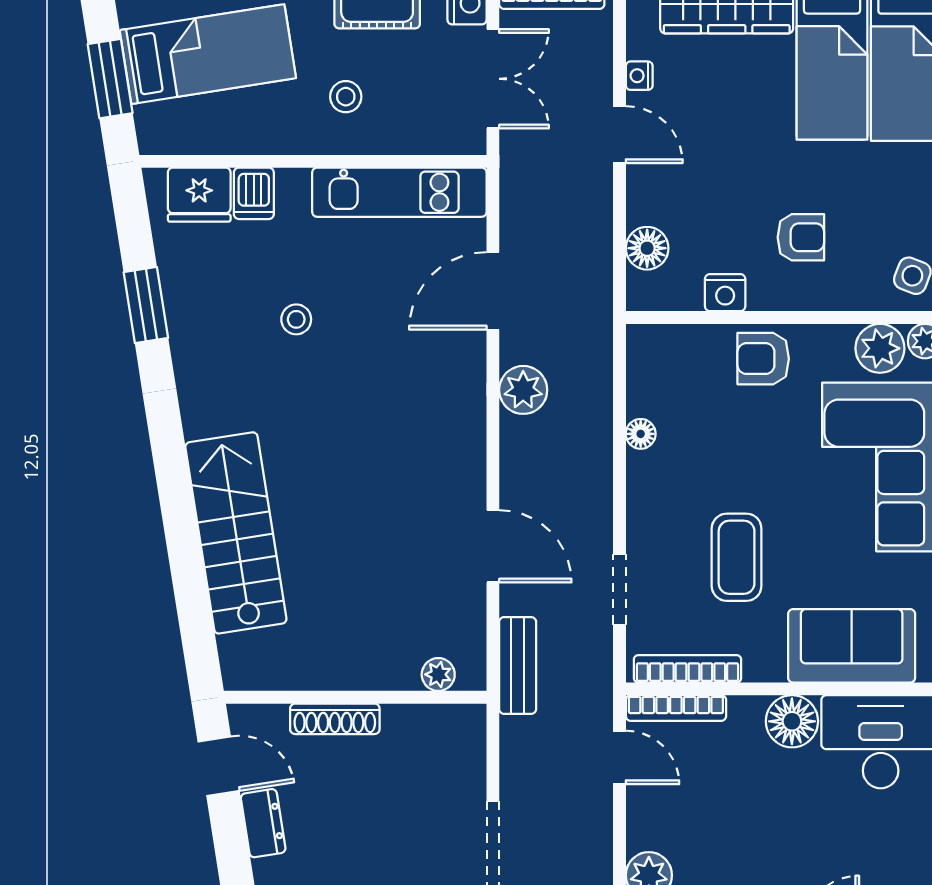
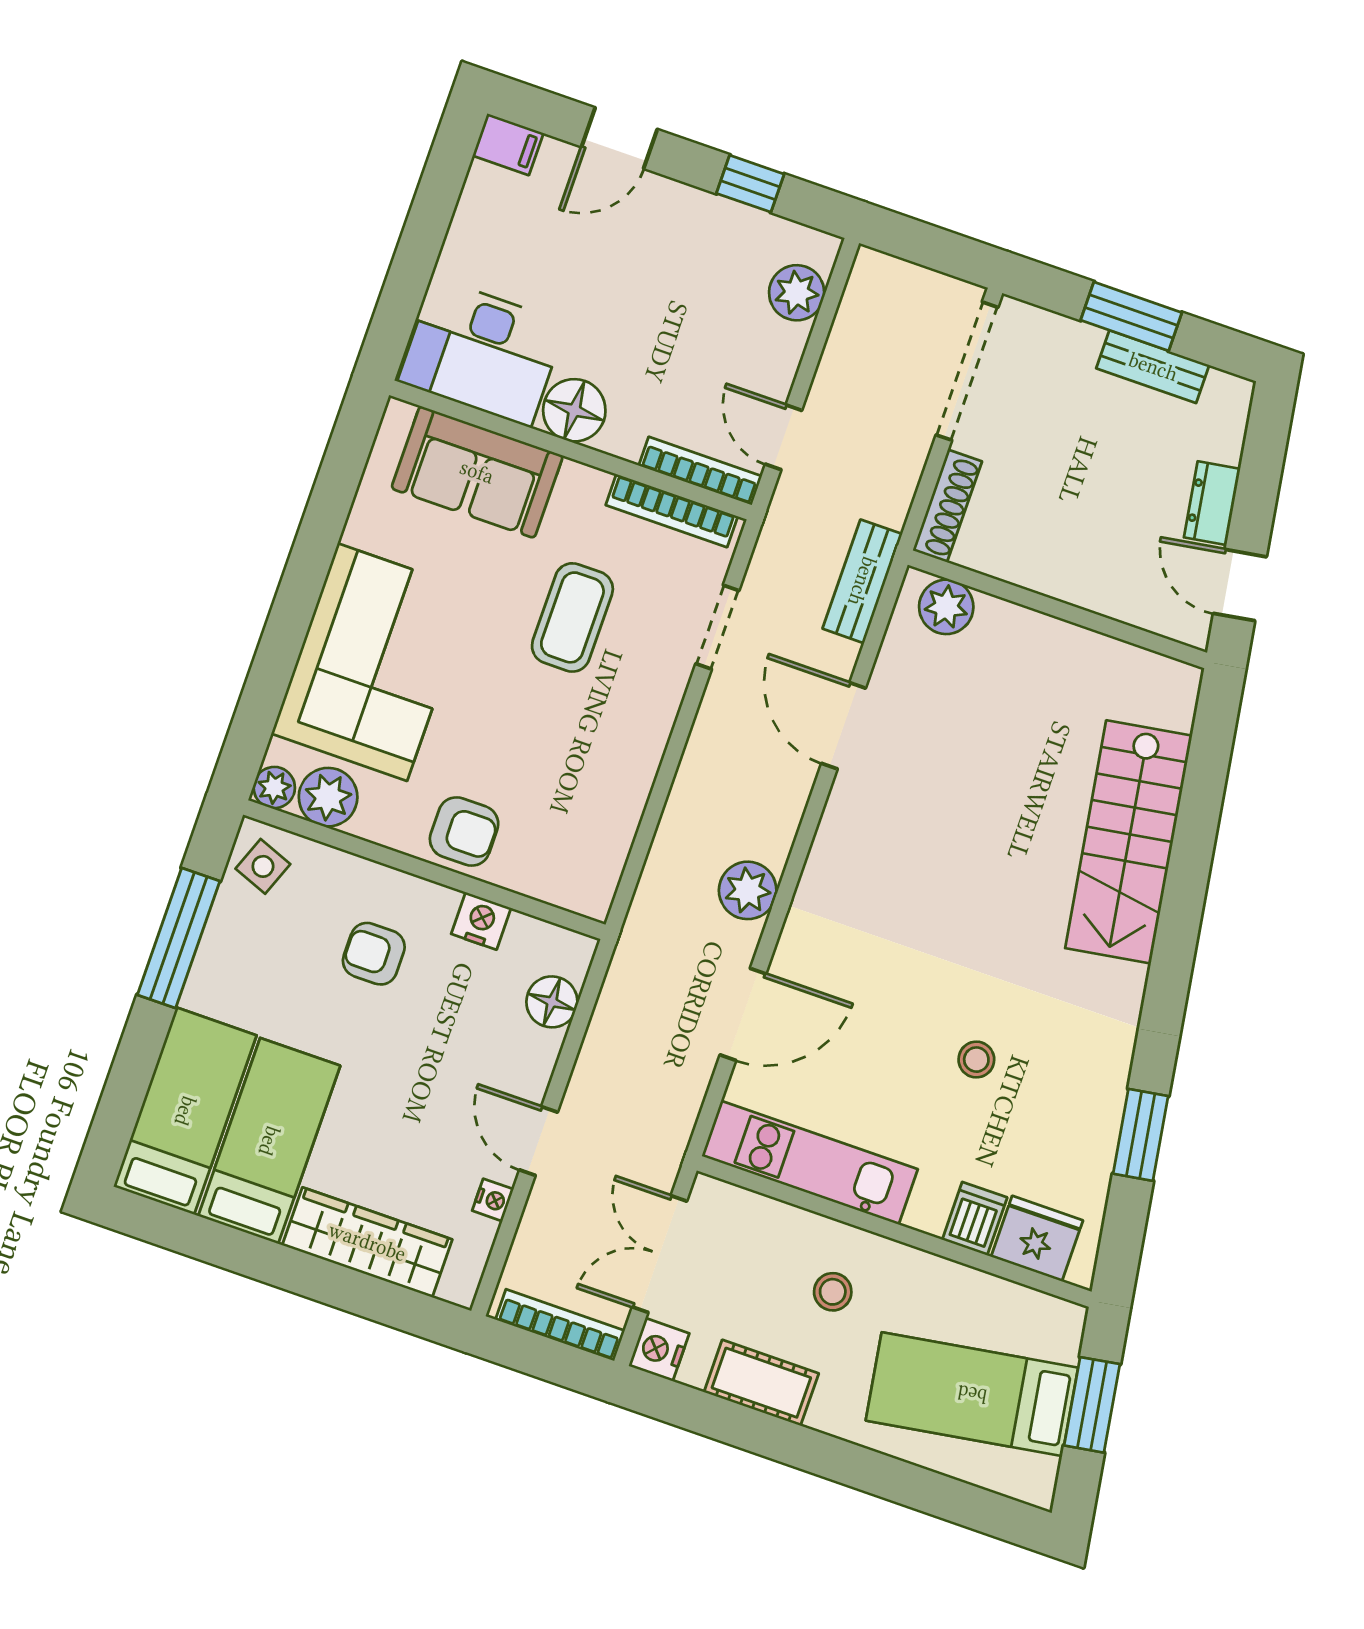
floor lamp: (641, 434) -> (632, 795), removed
plant: (438, 674) -> (946, 607), width x1.38, depth x1.38
shoe rack: (335, 719) -> (947, 506), moved, turned 90

